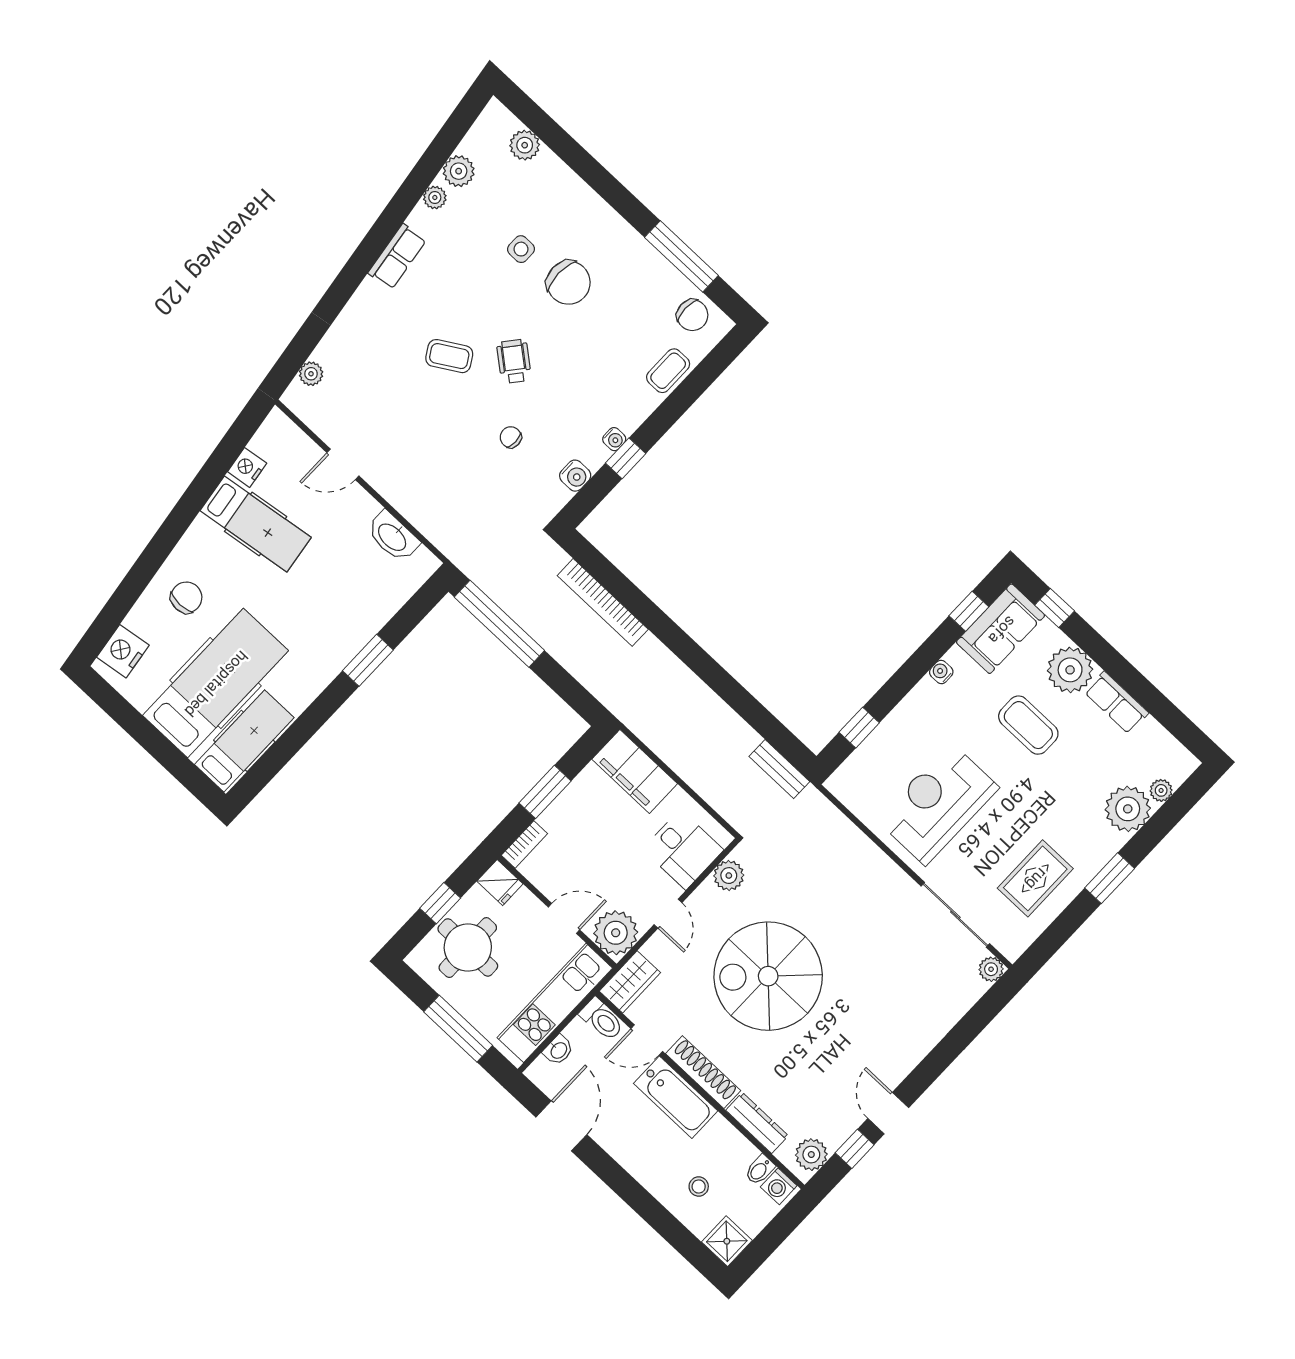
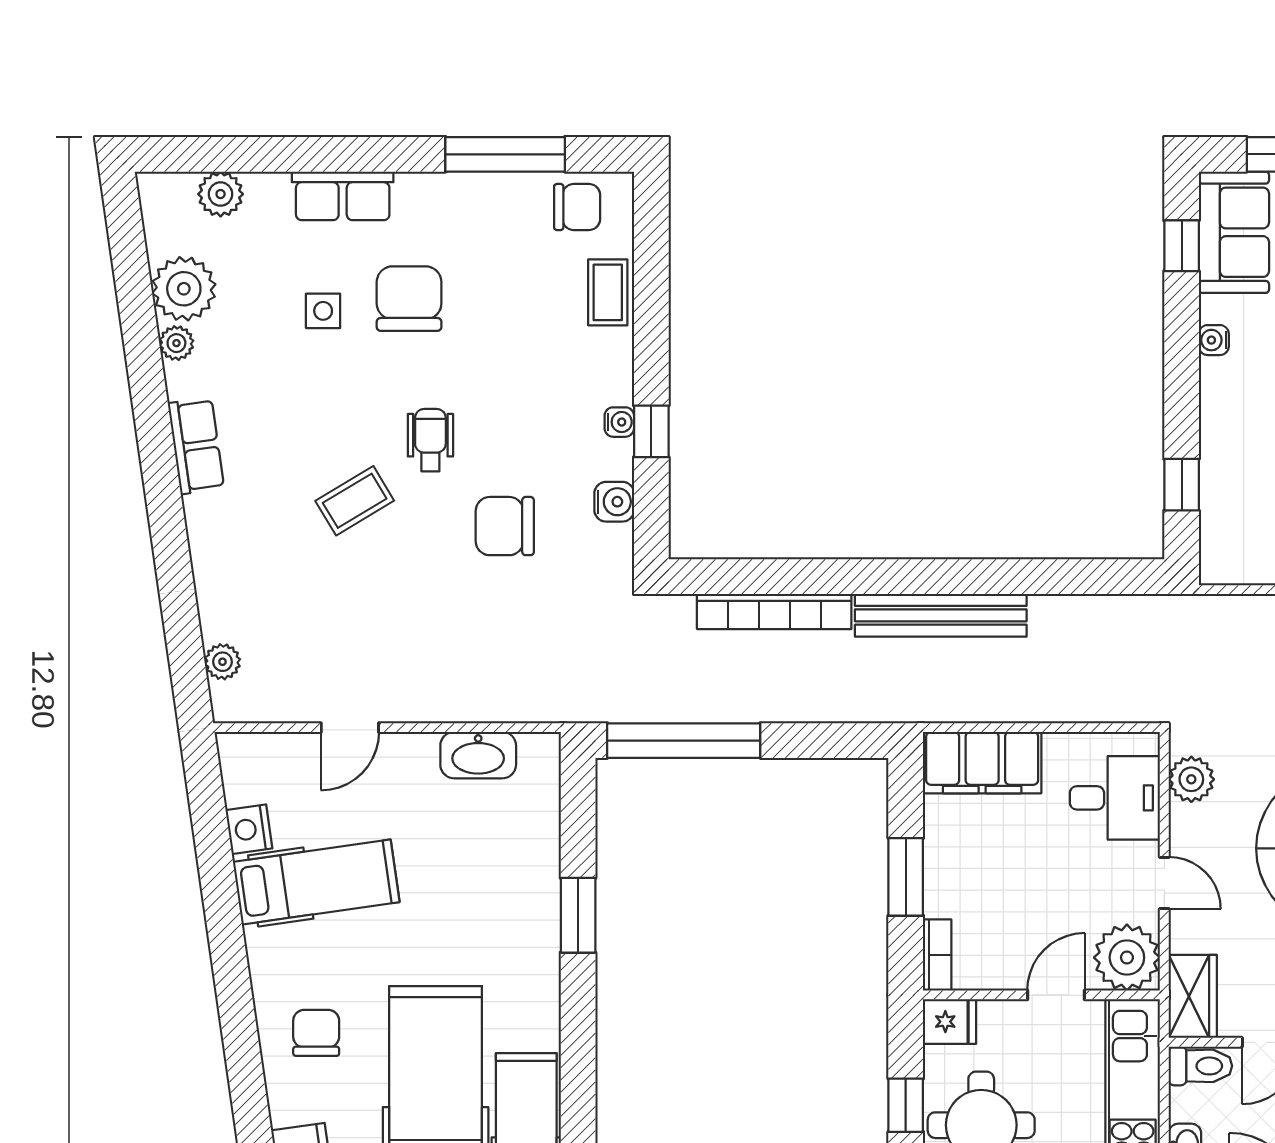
plant: (459, 171) -> (184, 289), width x1.36, depth x1.36
row of seats: (583, 202) -> (343, 196), added
chair: (568, 283) -> (409, 299), turned -90
wheelchair: (514, 361) -> (430, 440), turned 51
chair: (511, 437) -> (505, 526), width x1.87, depth x1.87
bench: (779, 769) -> (941, 615), moved, width x1.86, depth x1.21

